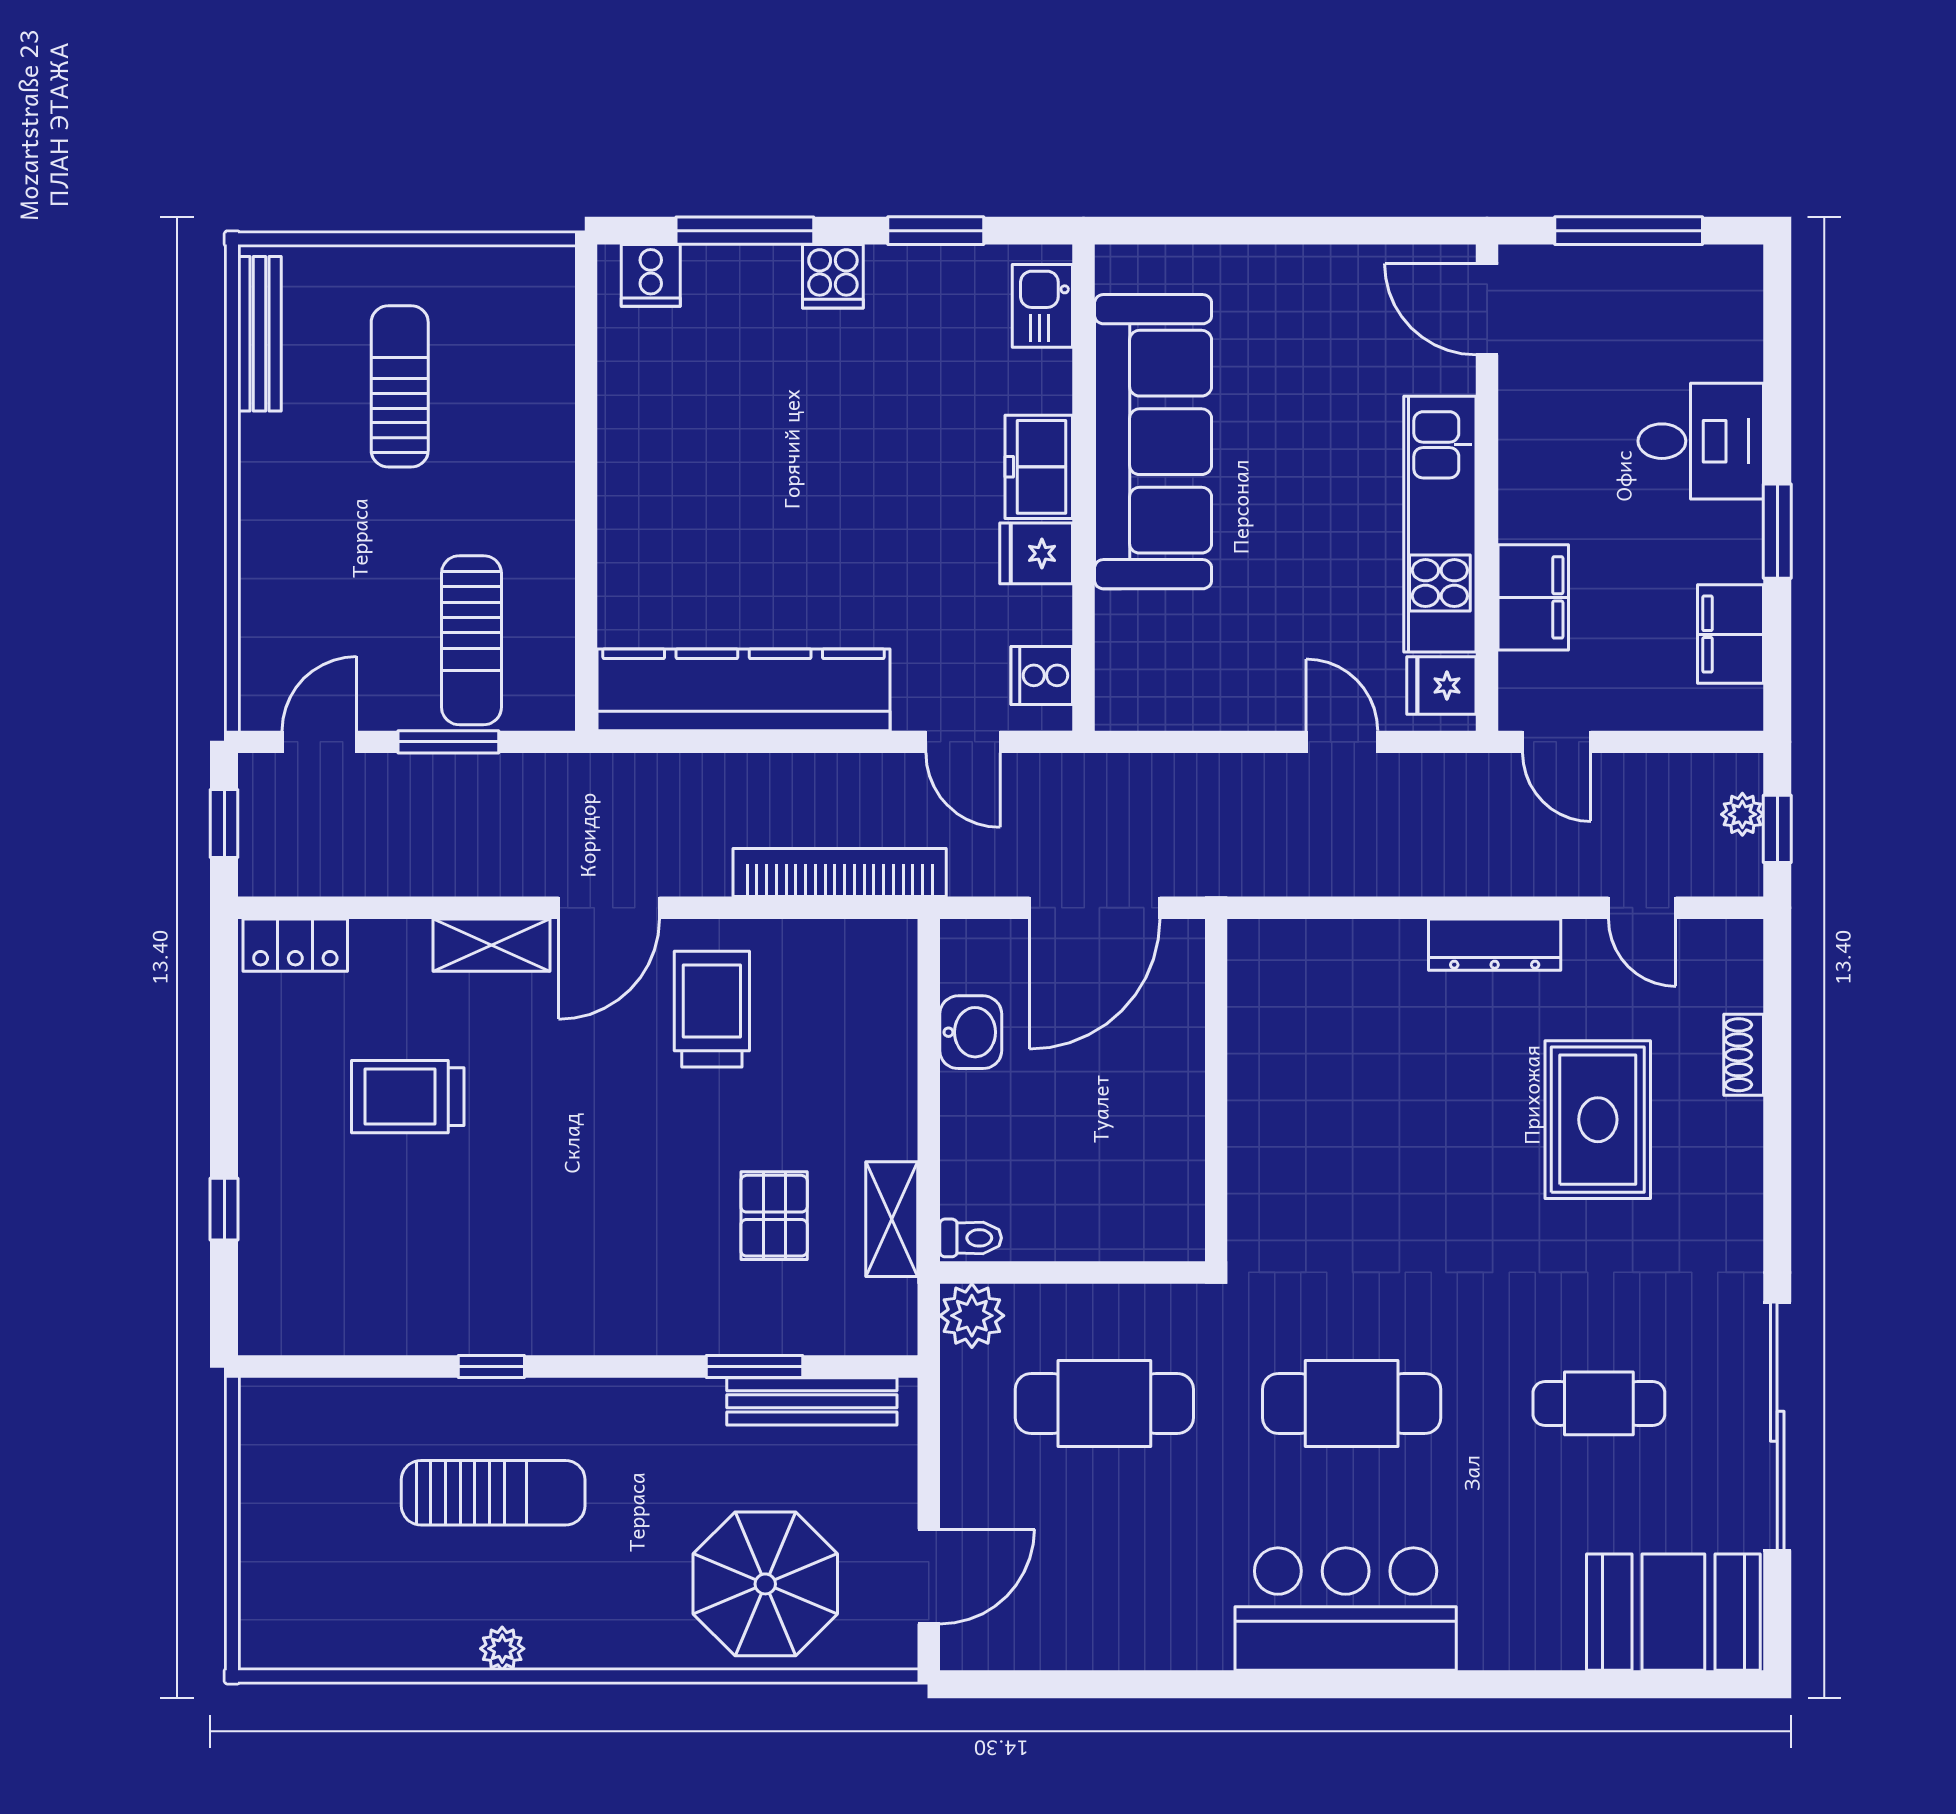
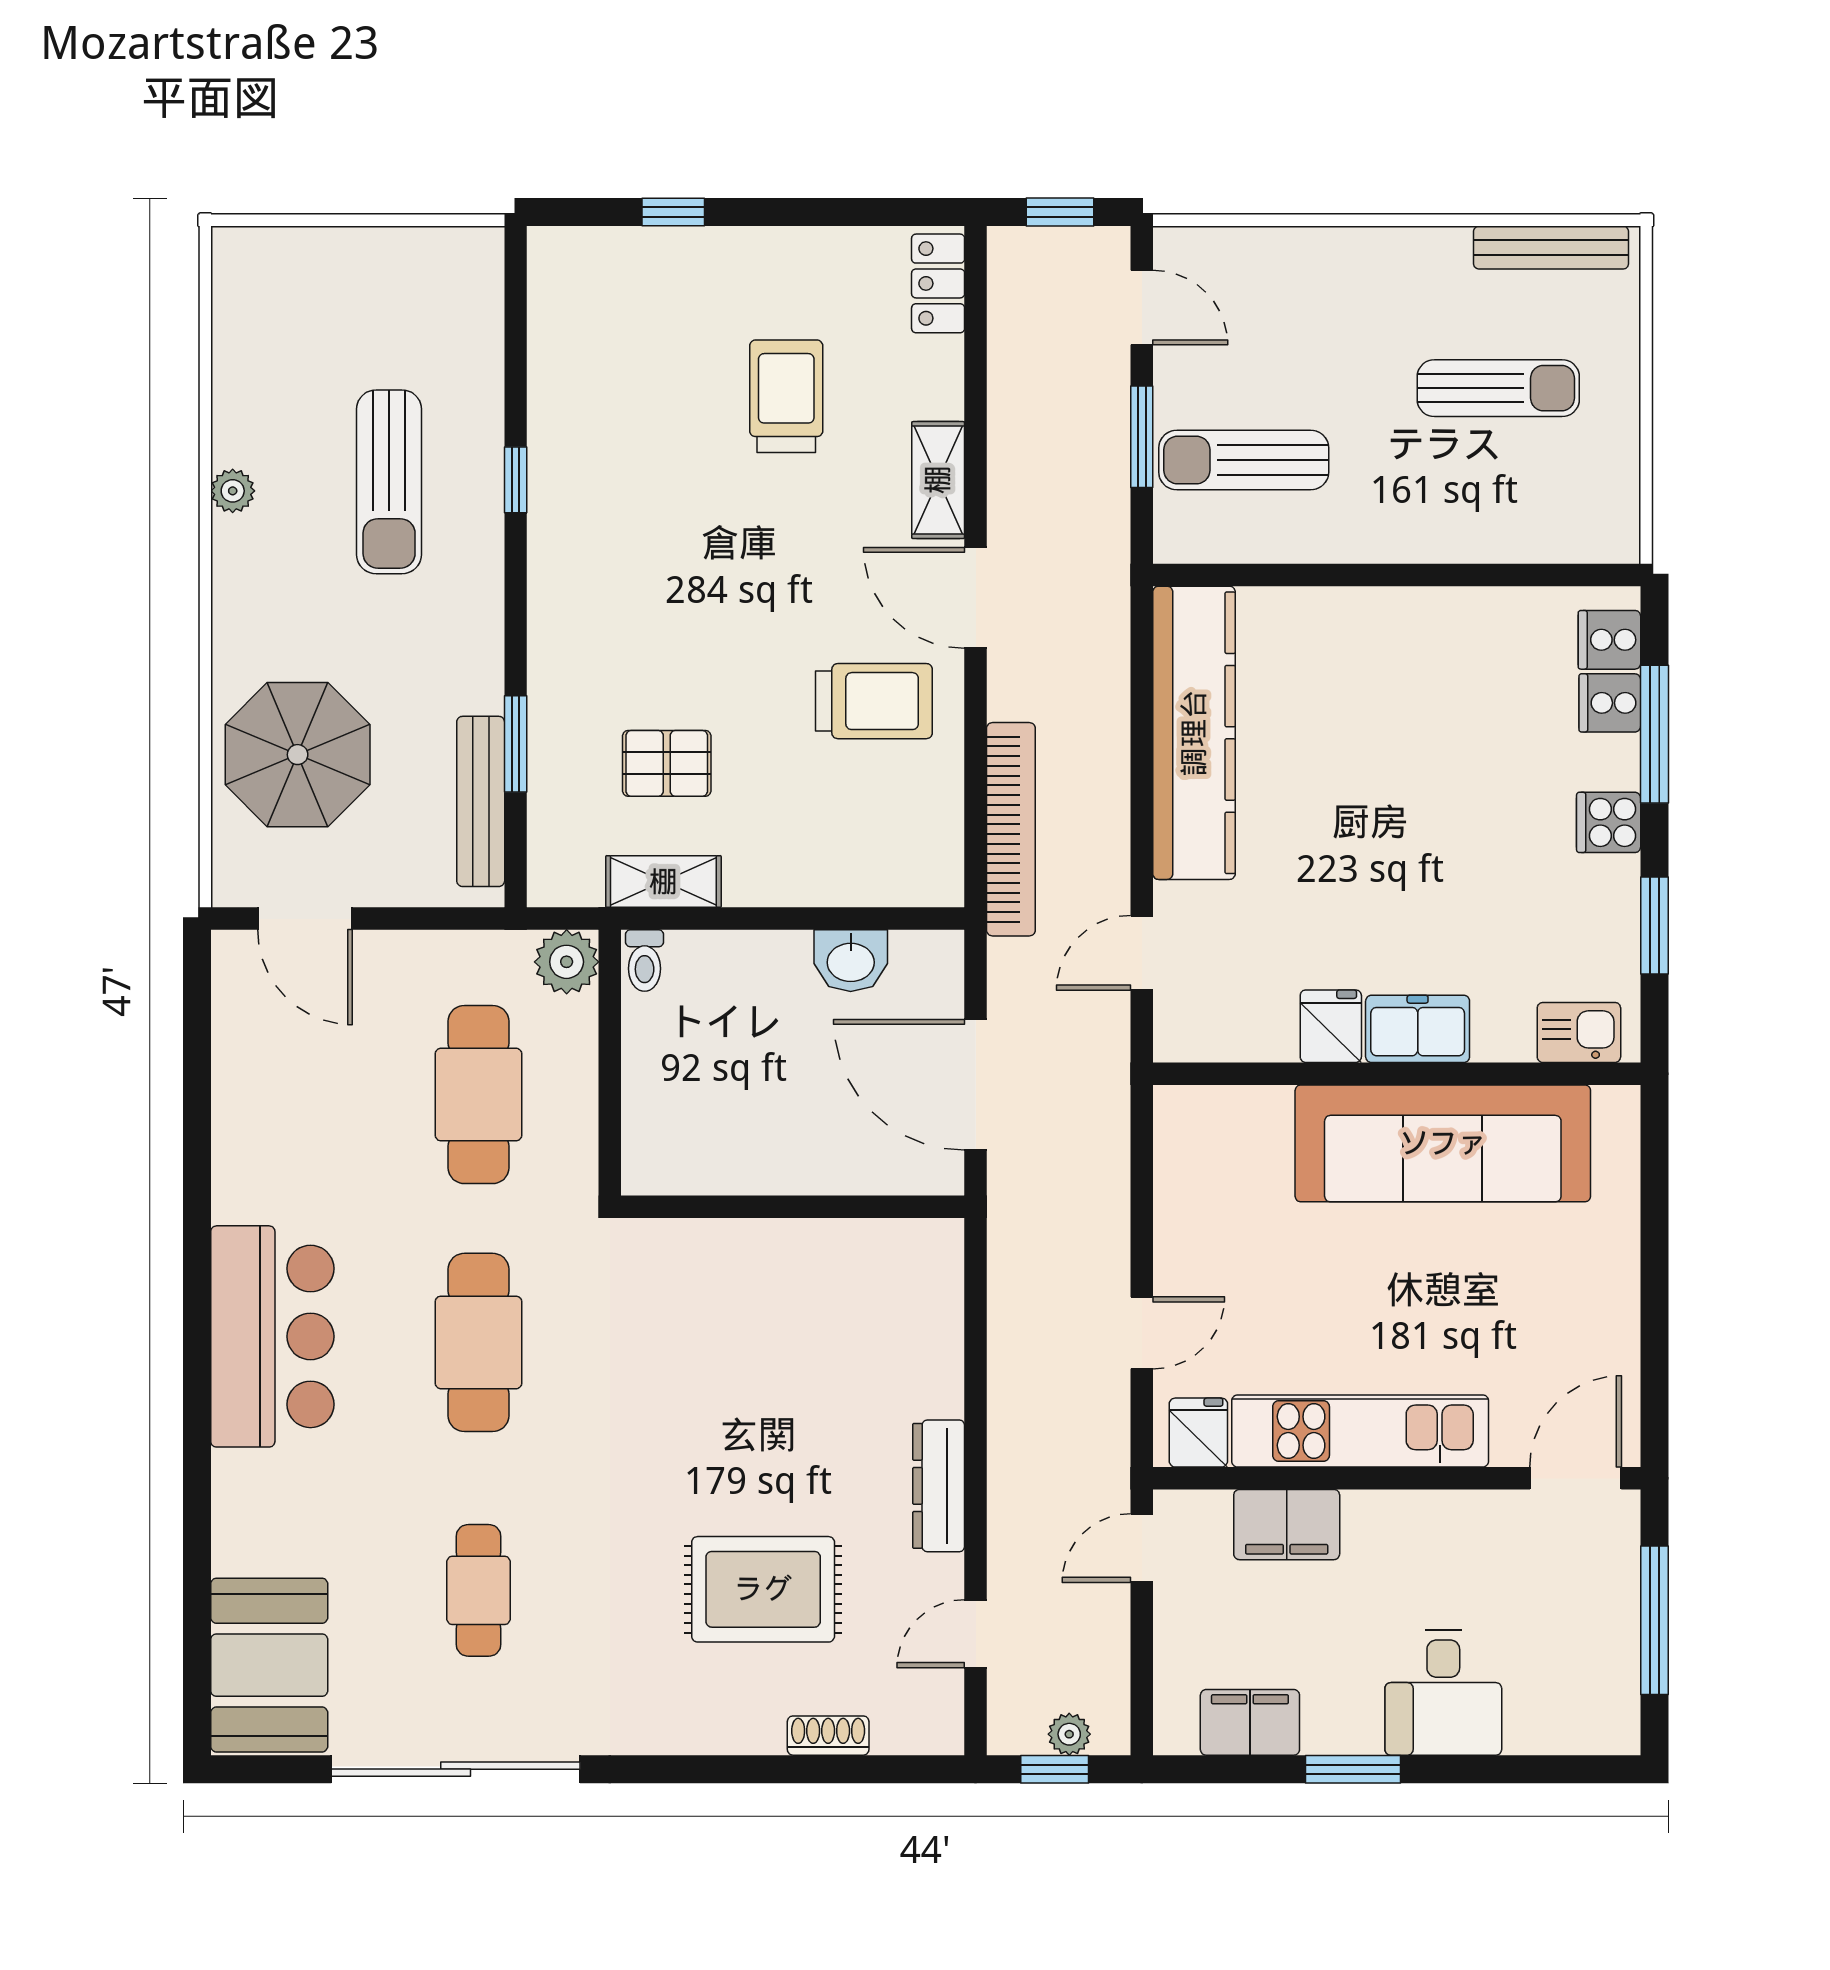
cooker: (1042, 675) -> (1610, 703), moved, turned -90

